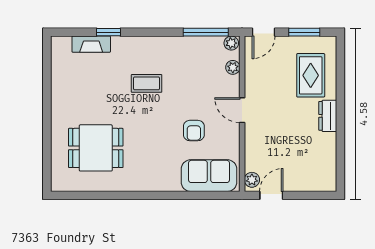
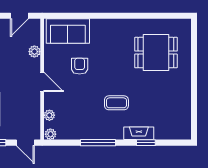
window: (206, 32) -> (98, 143), moved
door: (264, 32) -> (25, 143), swing flipped
fireplace: (91, 44) -> (139, 133), moved
plant: (252, 180) -> (34, 52), moved

